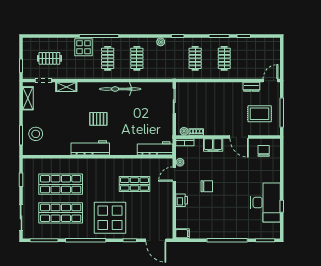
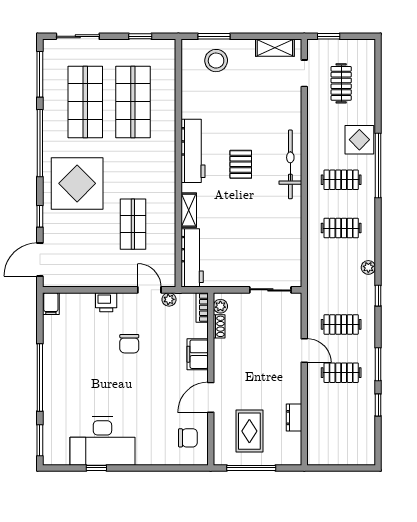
door: (270, 81) -> (304, 351), moved
shelving: (66, 87) -> (189, 210), moved
bicycle: (120, 89) -> (290, 164), moved

